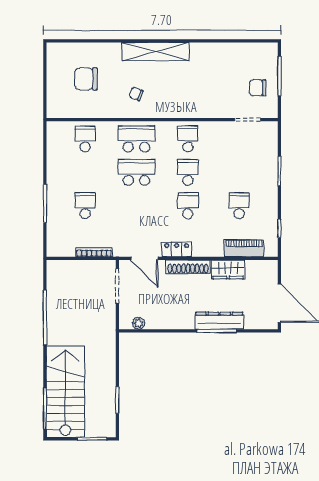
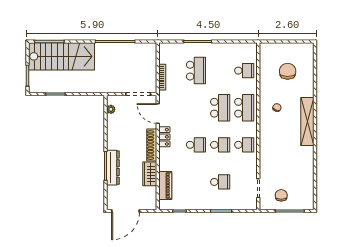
school desk: (85, 206) -> (196, 71), width x1.85
school desk: (239, 206) -> (220, 182), moved
door: (144, 258) -> (158, 113), hinge flipped

